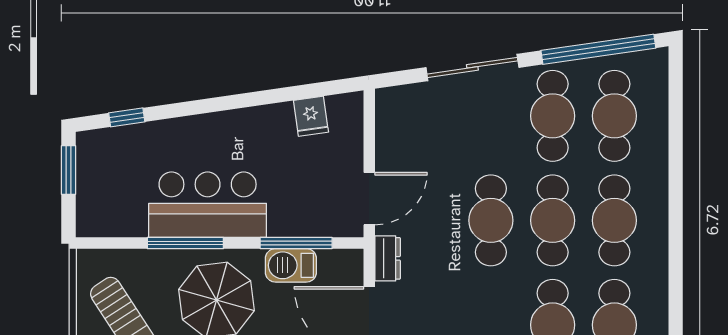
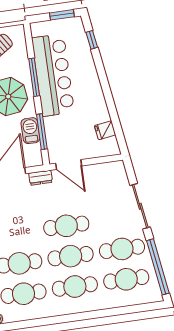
bar counter: (208, 205) -> (53, 75), width x1.36

